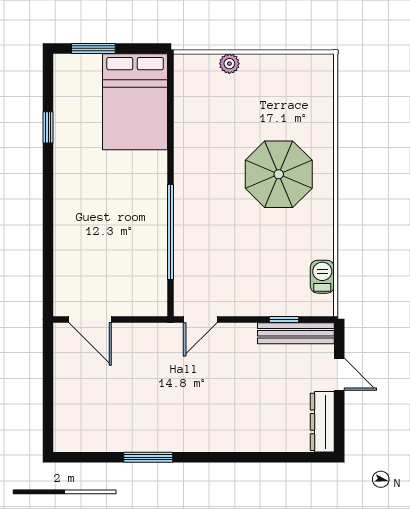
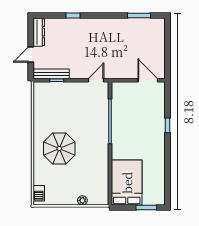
window: (48, 127) -> (168, 125), moved
barbecue: (322, 277) -> (39, 193), moved
door: (339, 374) -> (31, 55), hinge flipped
window: (148, 457) -> (139, 15), moved
window: (249, 457) -> (73, 15), added

